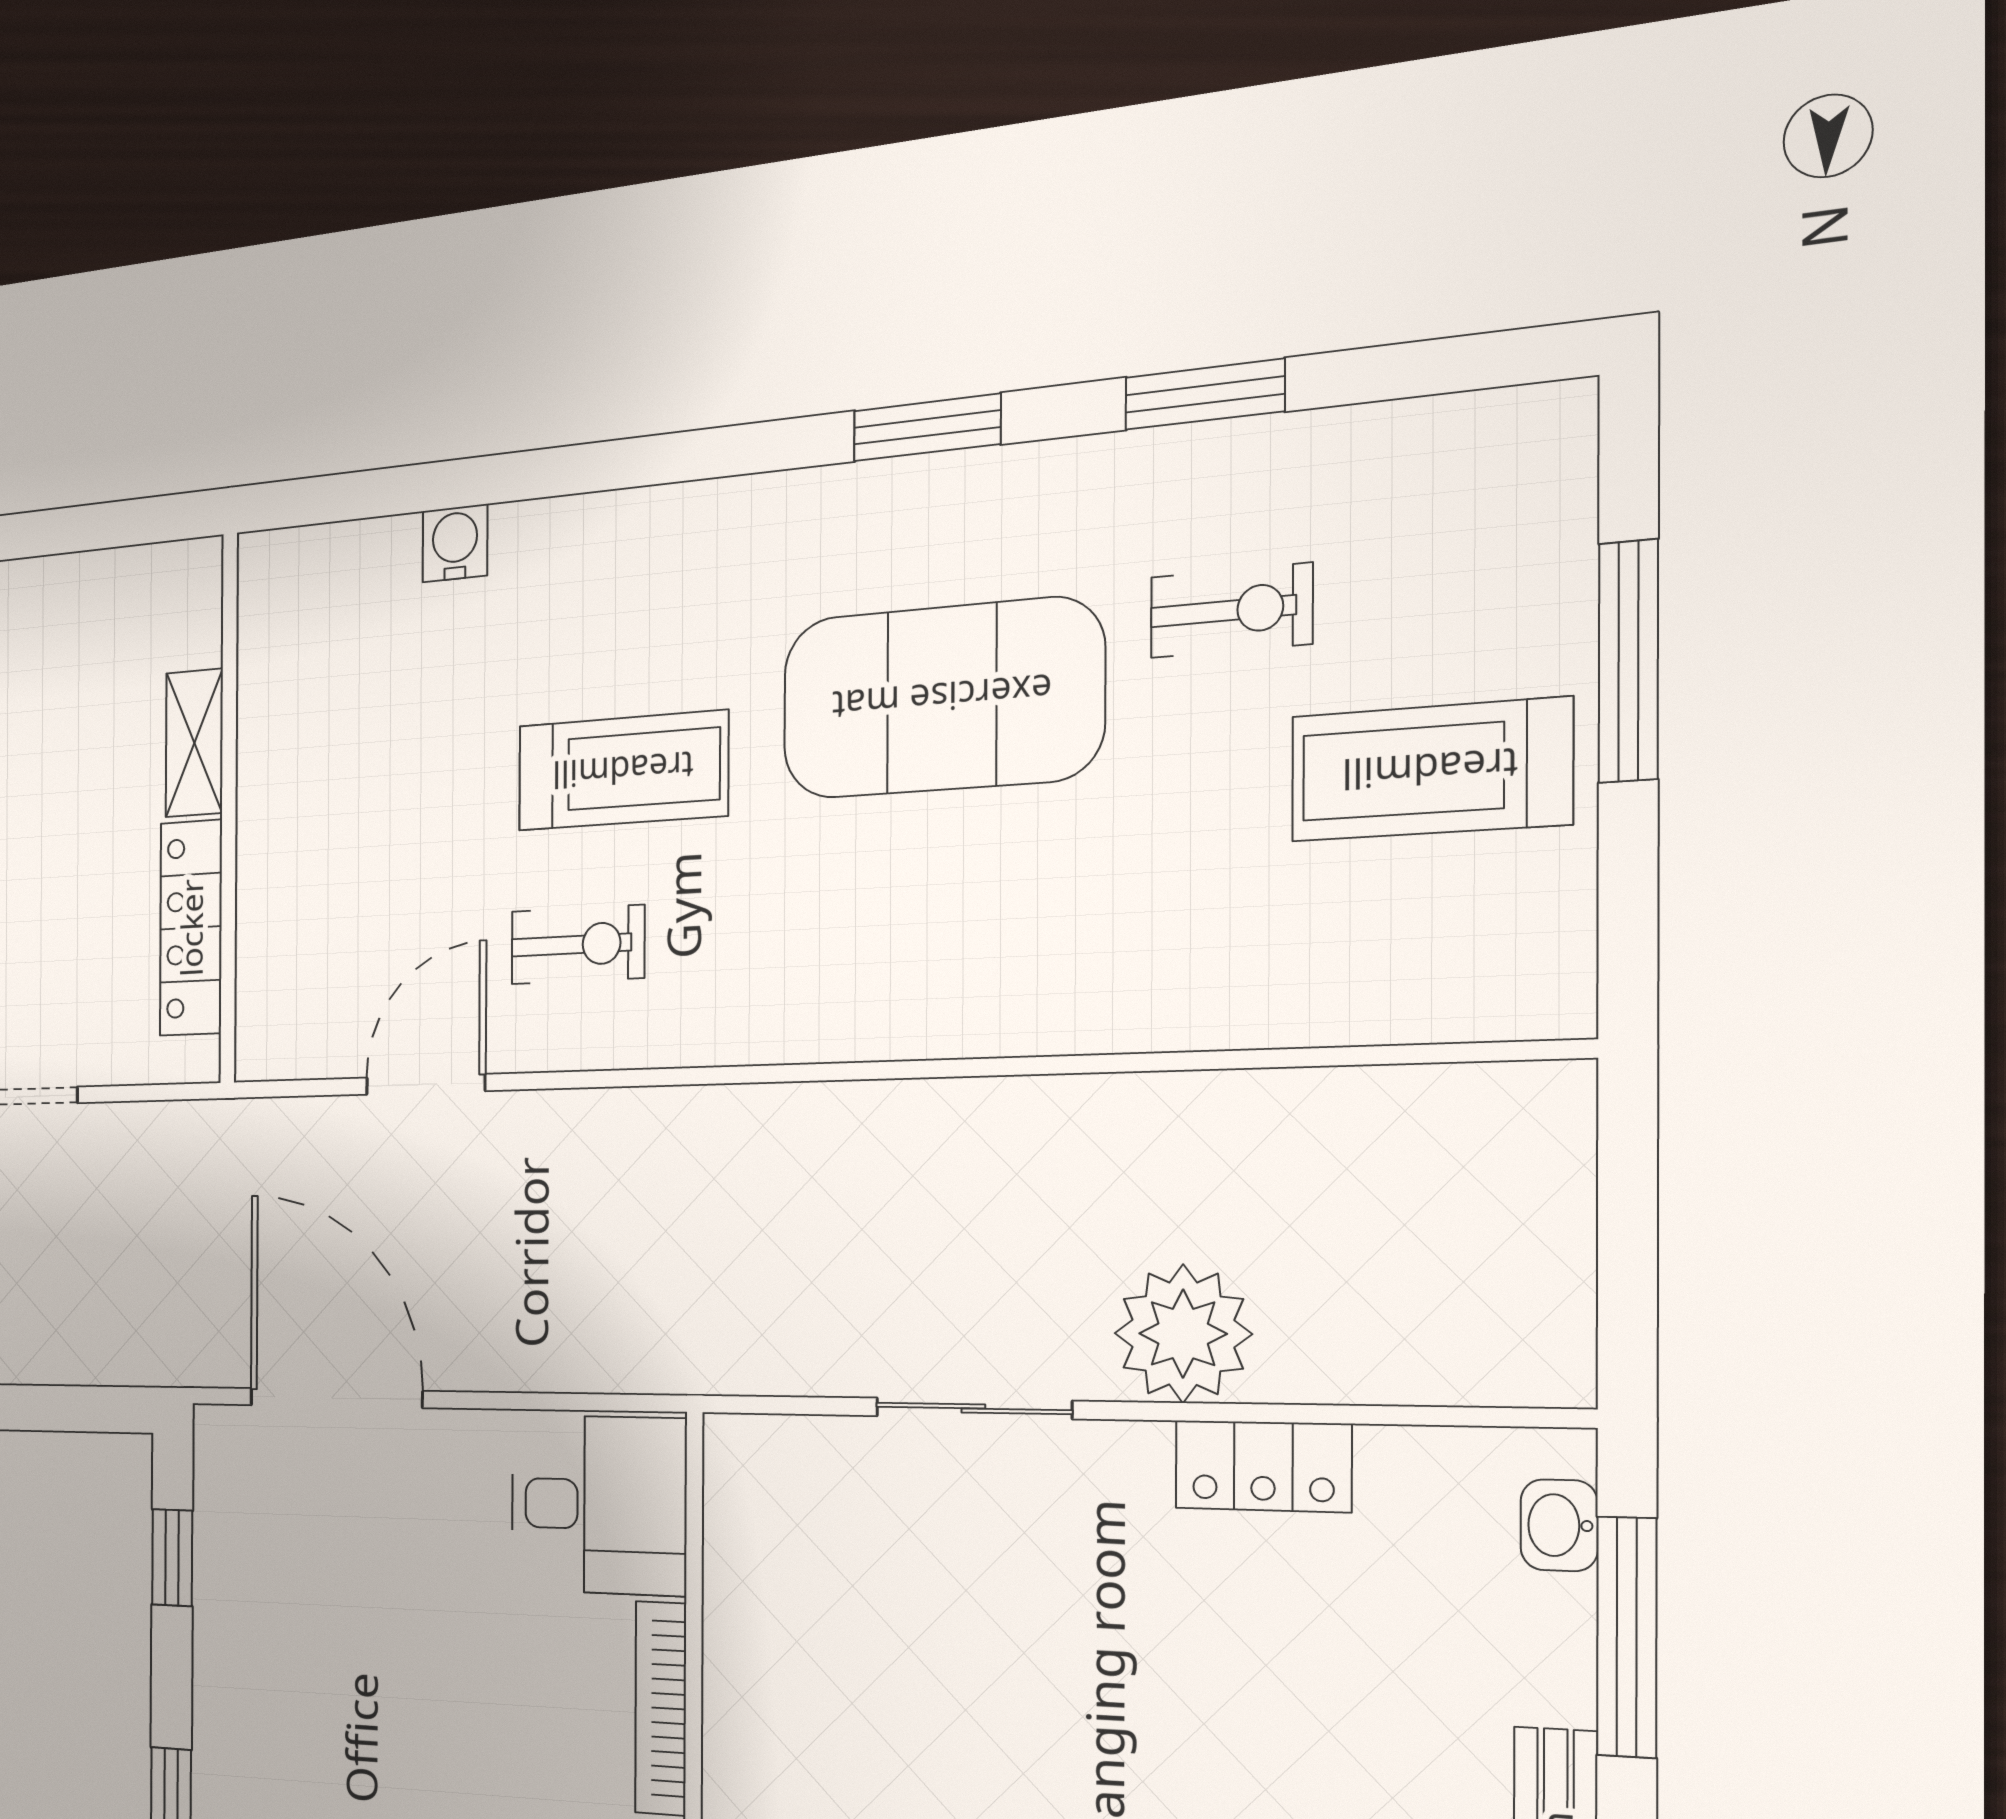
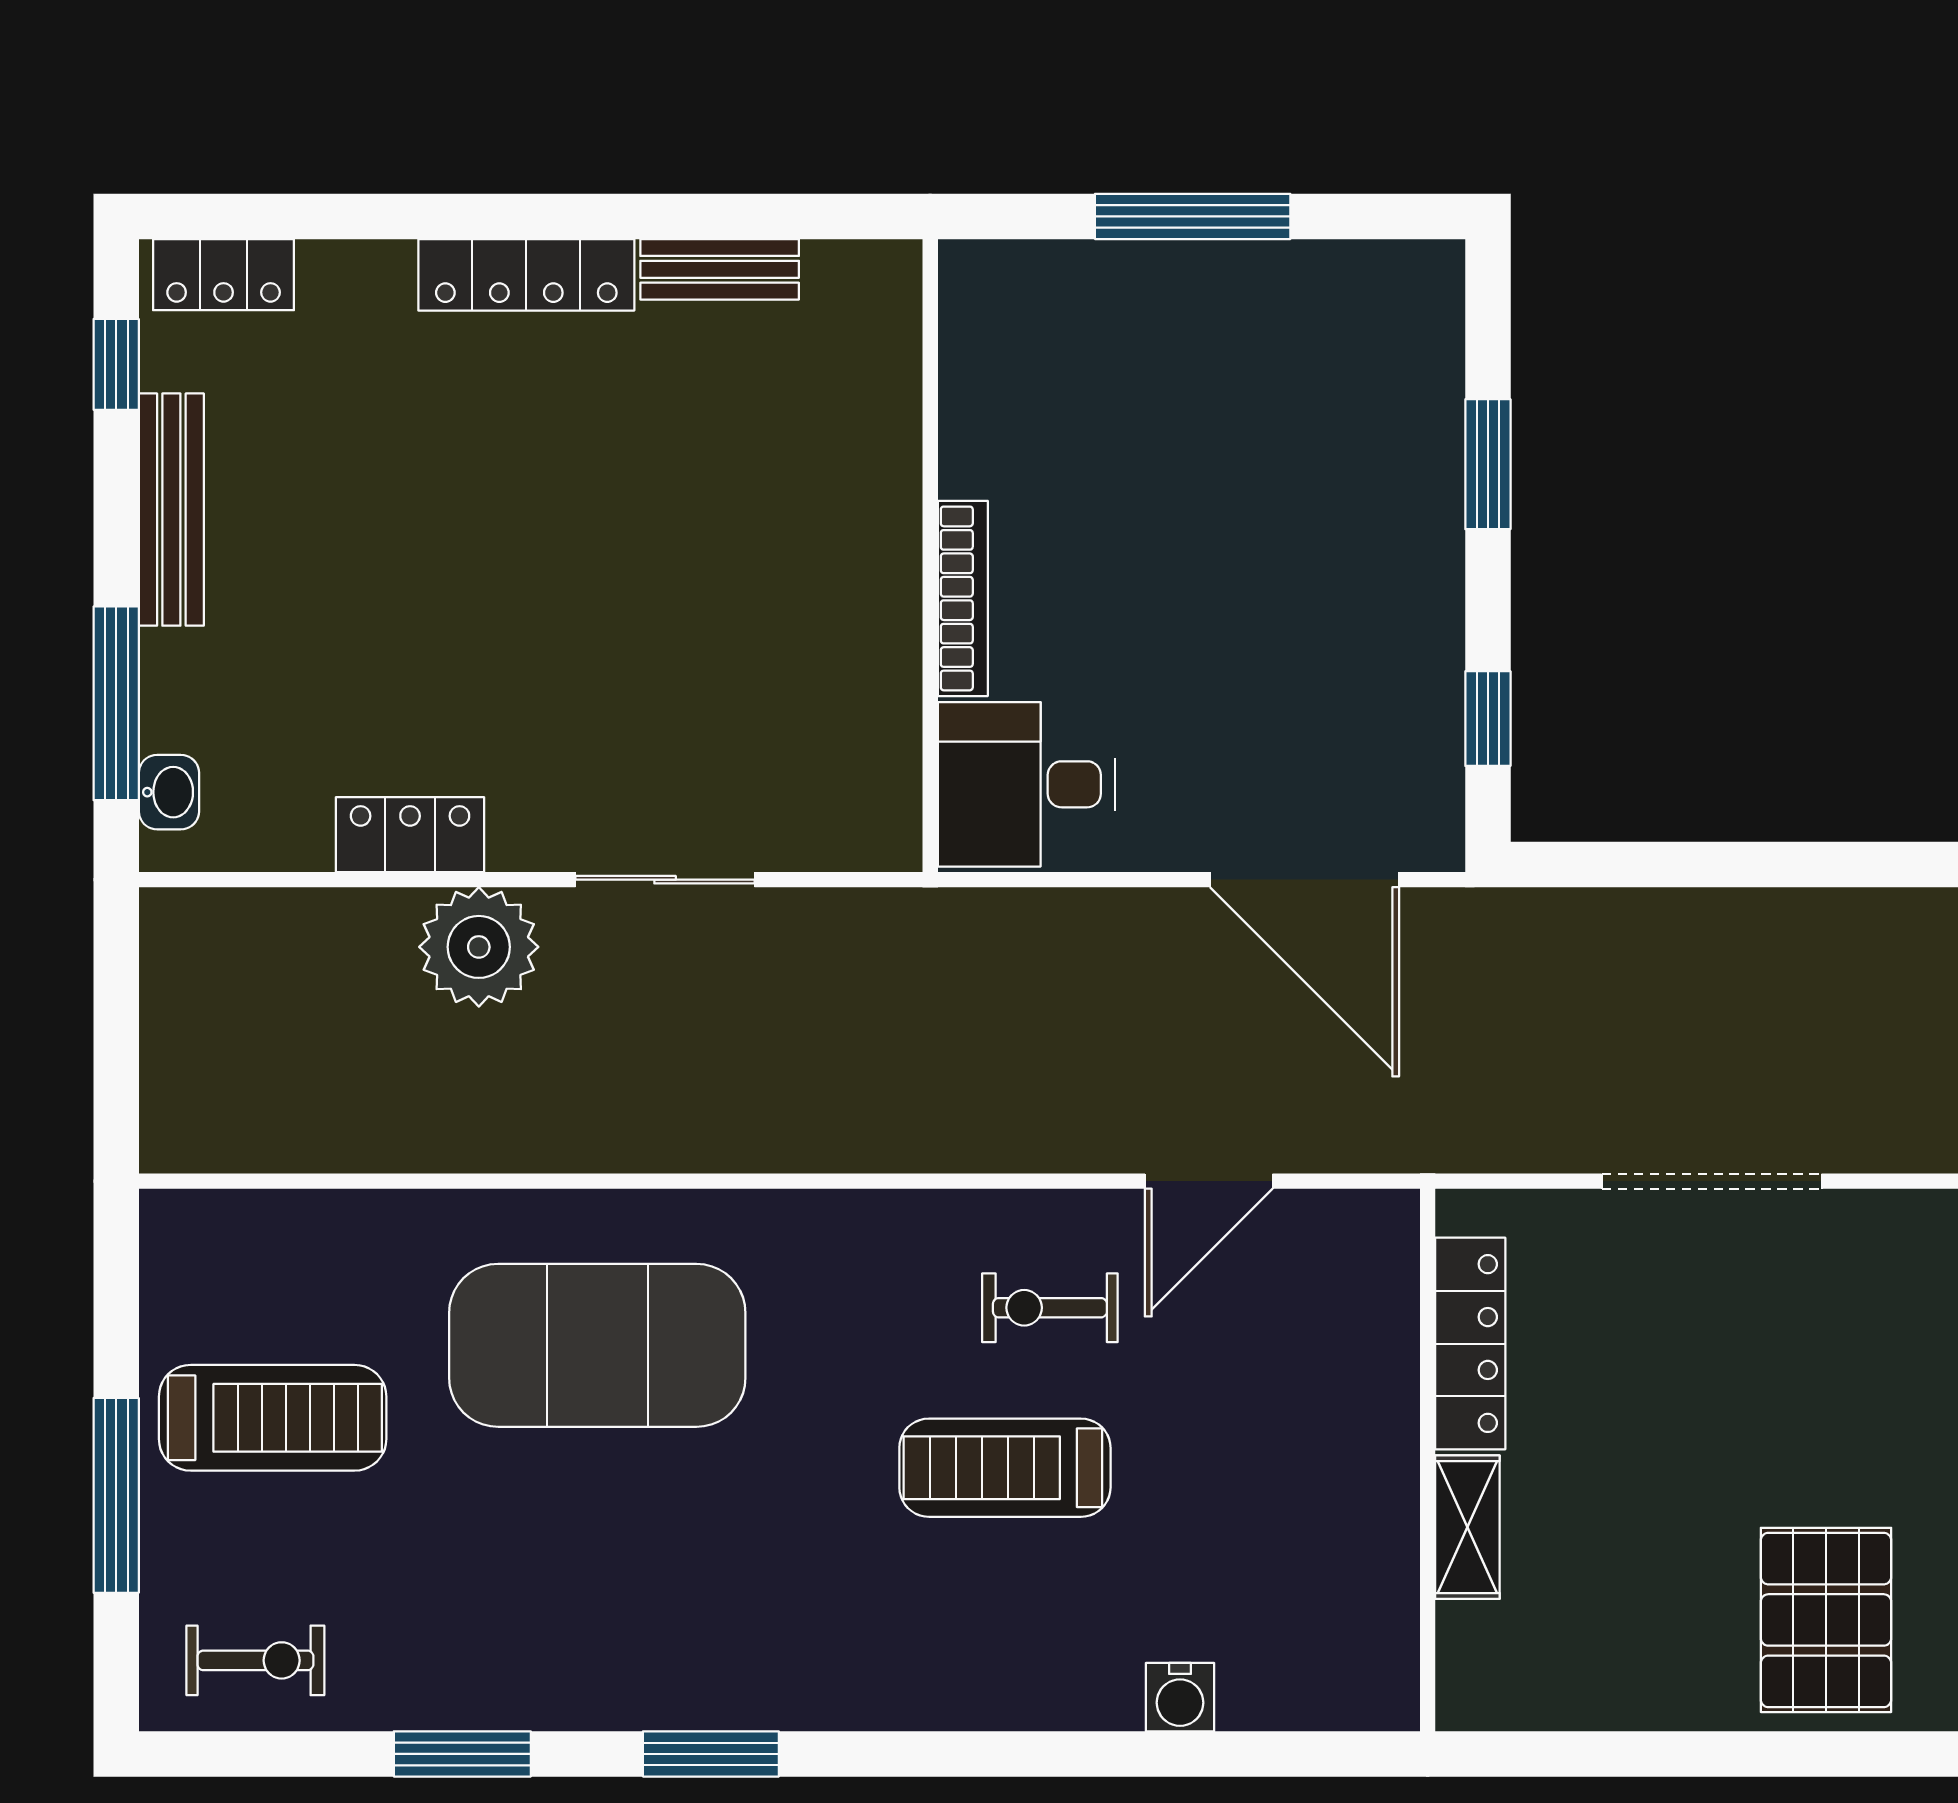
exercise bike: (1231, 610) -> (255, 1660), moved, turned 180
exercise mat: (942, 698) -> (597, 1345), moved

